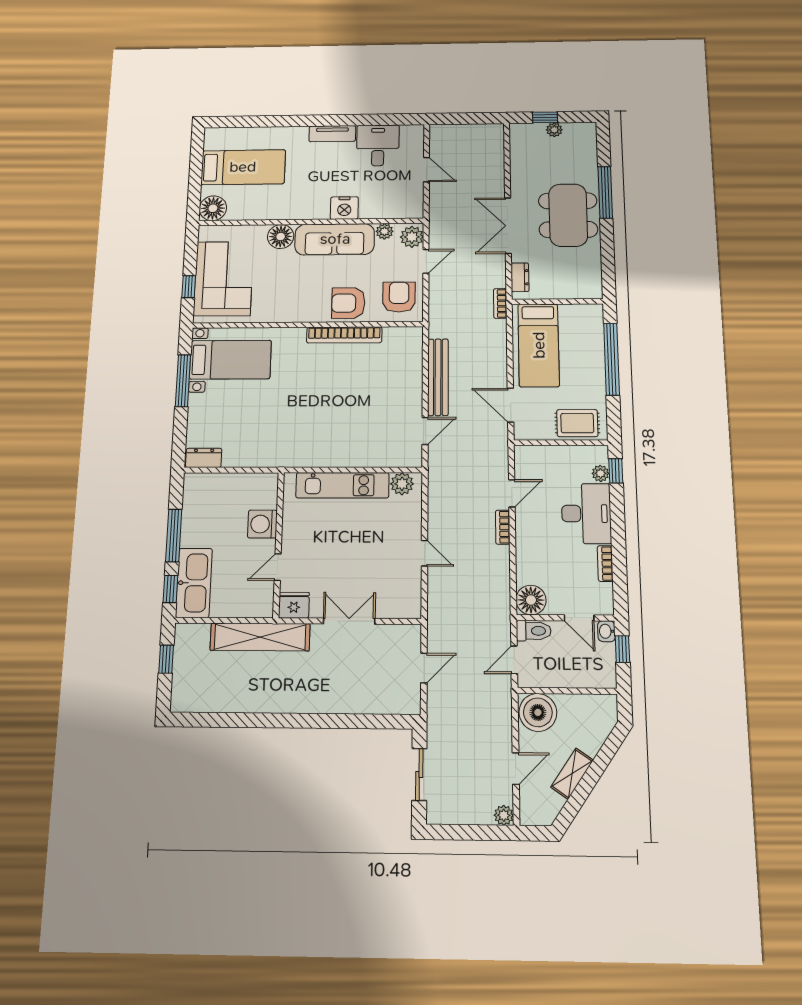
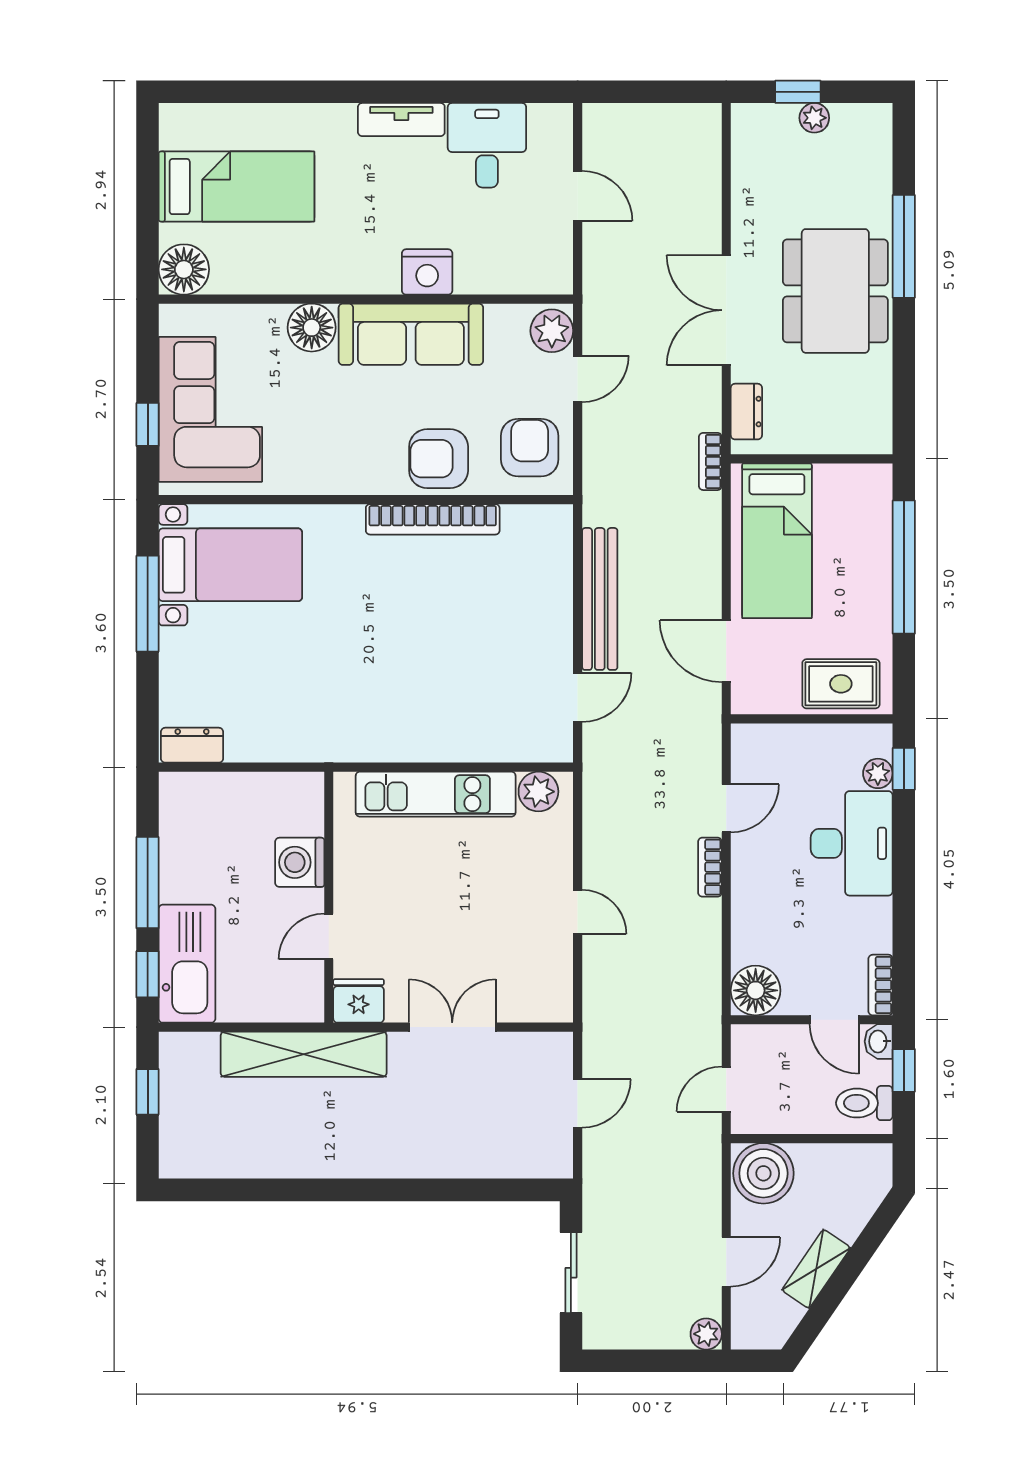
plant: (385, 231) -> (502, 319), removed
bookcase: (605, 564) -> (881, 985), moved
toilet: (534, 631) -> (864, 1103), moved, turned 180

